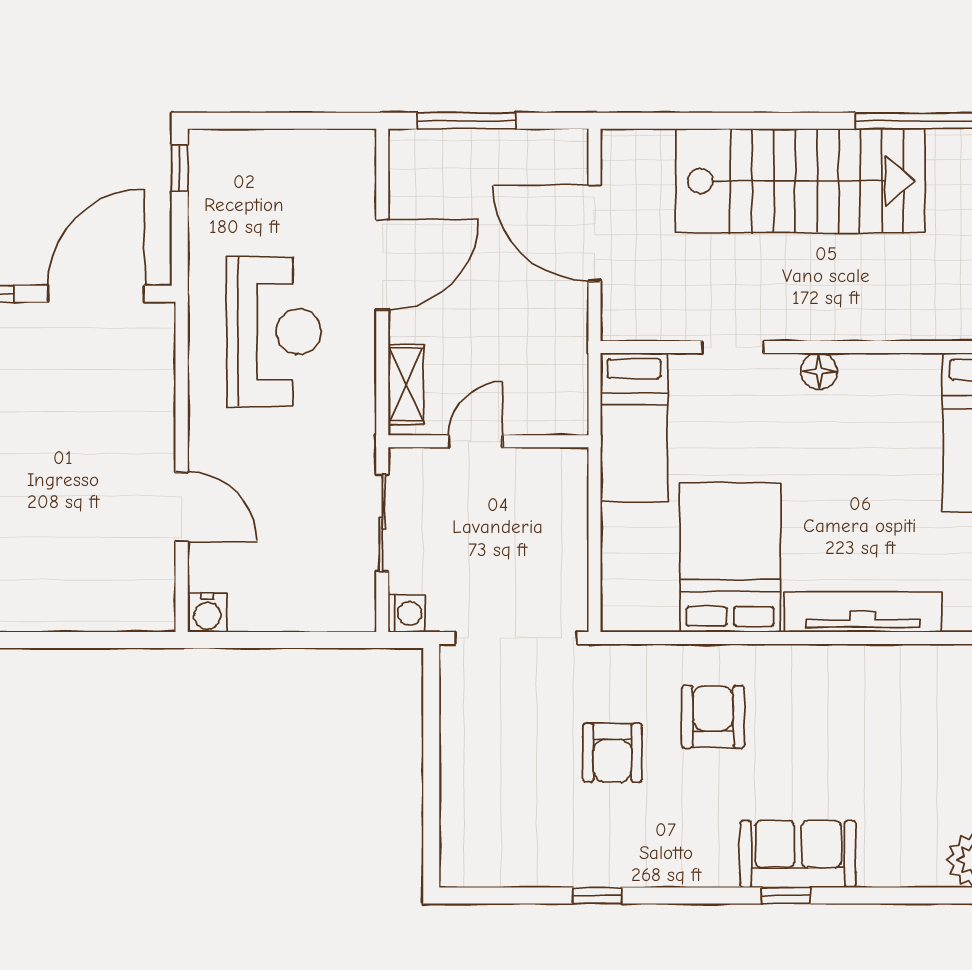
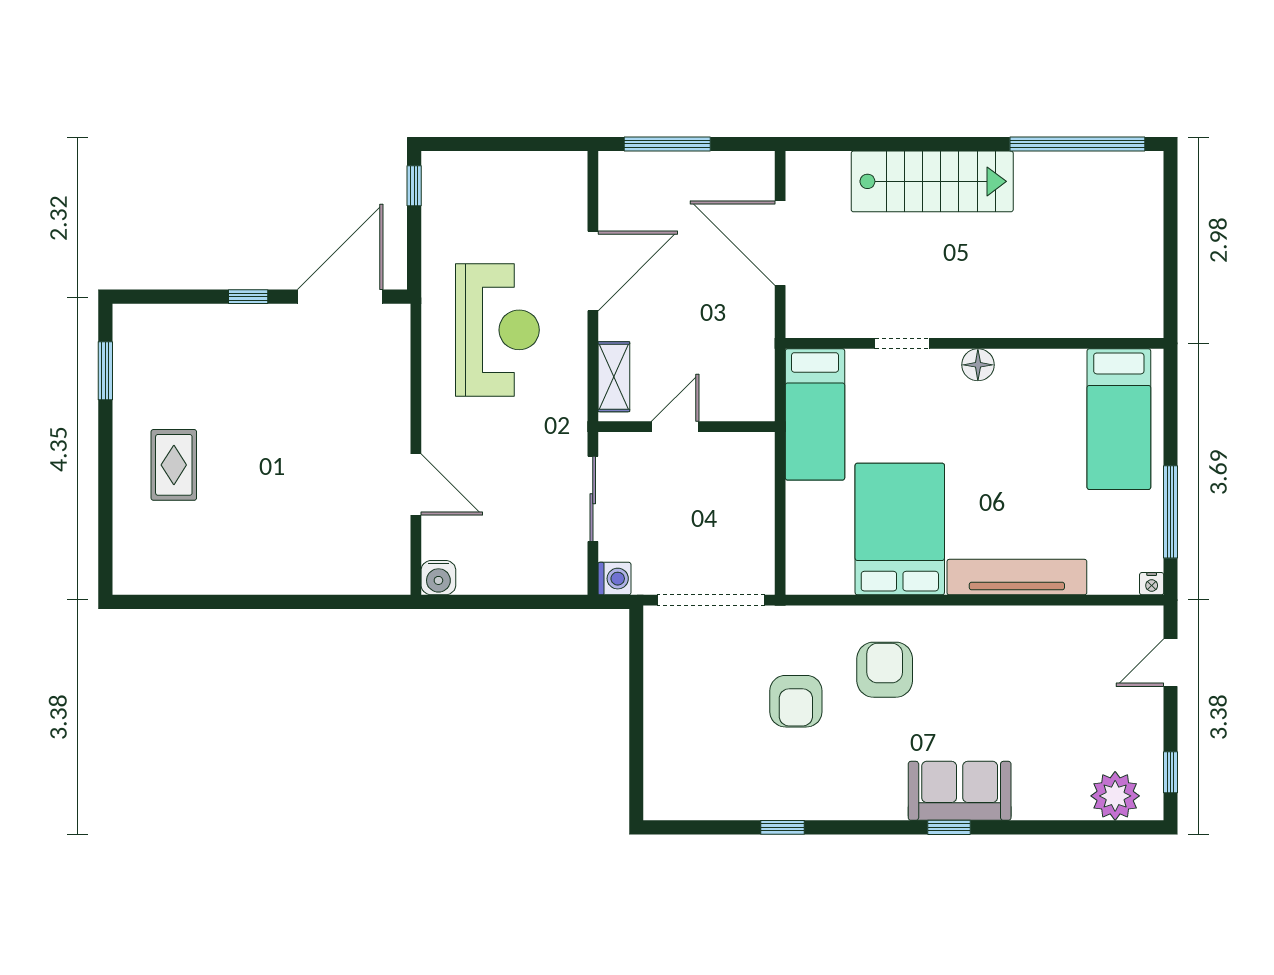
stairs: (800, 181) -> (932, 181), width x0.73, depth x0.66

